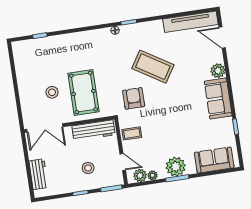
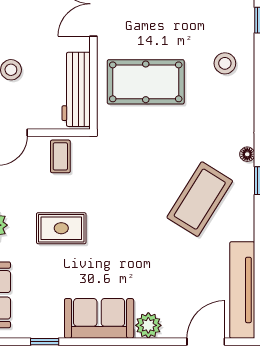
coffee table: (153, 67) -> (200, 199), moved
stool: (52, 92) -> (225, 63), moved
armchair: (134, 98) -> (122, 169), removed
rug: (171, 127) -> (61, 228), added

